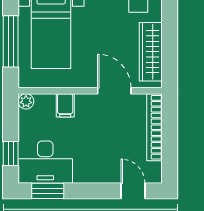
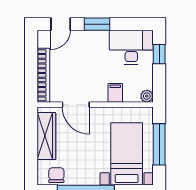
window: (48, 191) -> (97, 24), moved
door: (133, 191) -> (61, 24), hinge flipped

